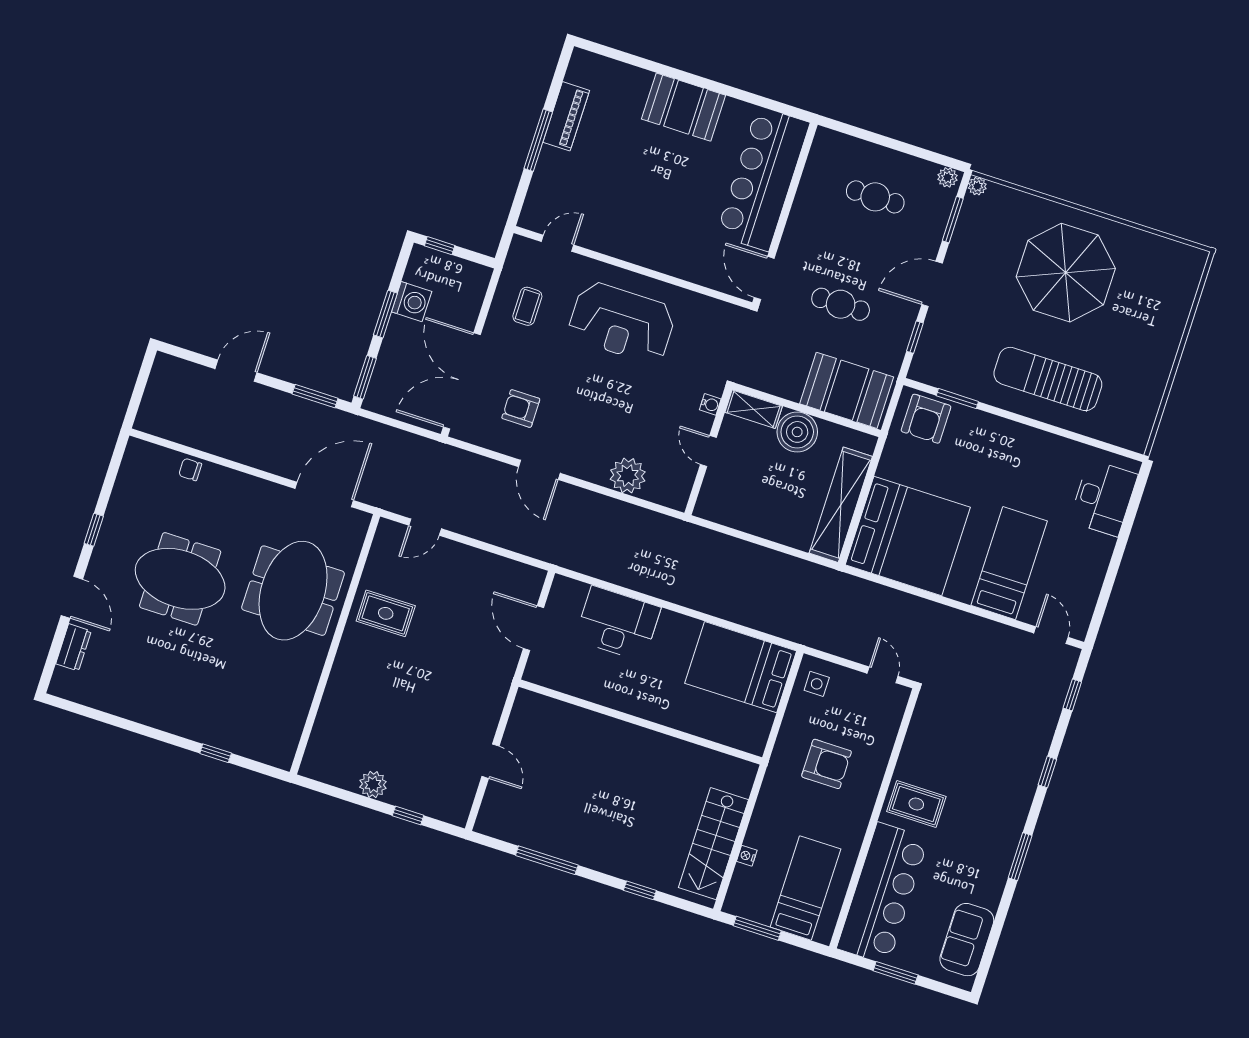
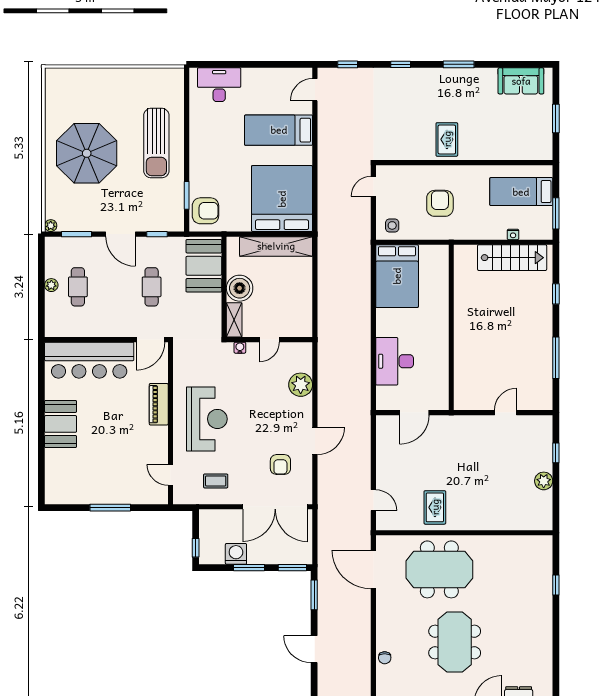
piano: (566, 116) -> (159, 404), moved, turned -90
plant: (947, 177) -> (51, 285), moved
bar counter: (883, 893) -> (509, 142), removed

